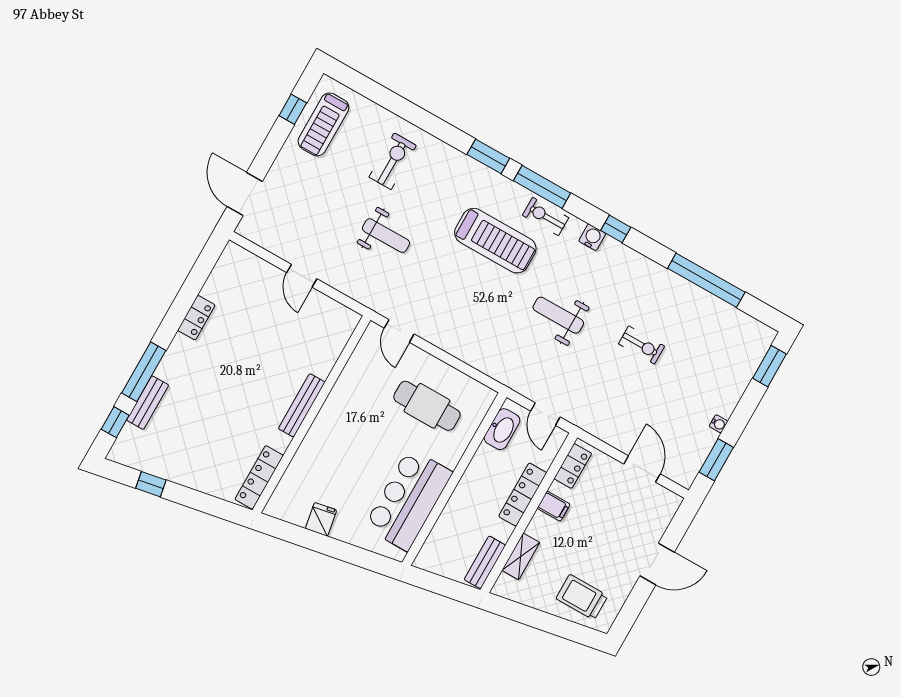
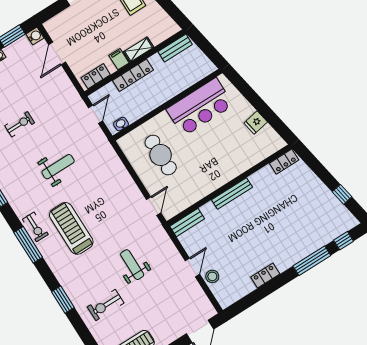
window: (488, 156) -> (63, 300), moved
water cooler: (592, 237) -> (35, 36), moved, turned 180
stool: (268, 278) -> (212, 276), added
weight bench: (558, 315) -> (58, 167), turned -90
exercise bike: (642, 345) -> (20, 124), turned 90
bench: (148, 403) -> (187, 222), moved
washbasin: (502, 429) -> (121, 124), width x0.52, depth x0.69
locker: (259, 477) -> (284, 162), width x0.66
shelving: (521, 556) -> (139, 50), moved

